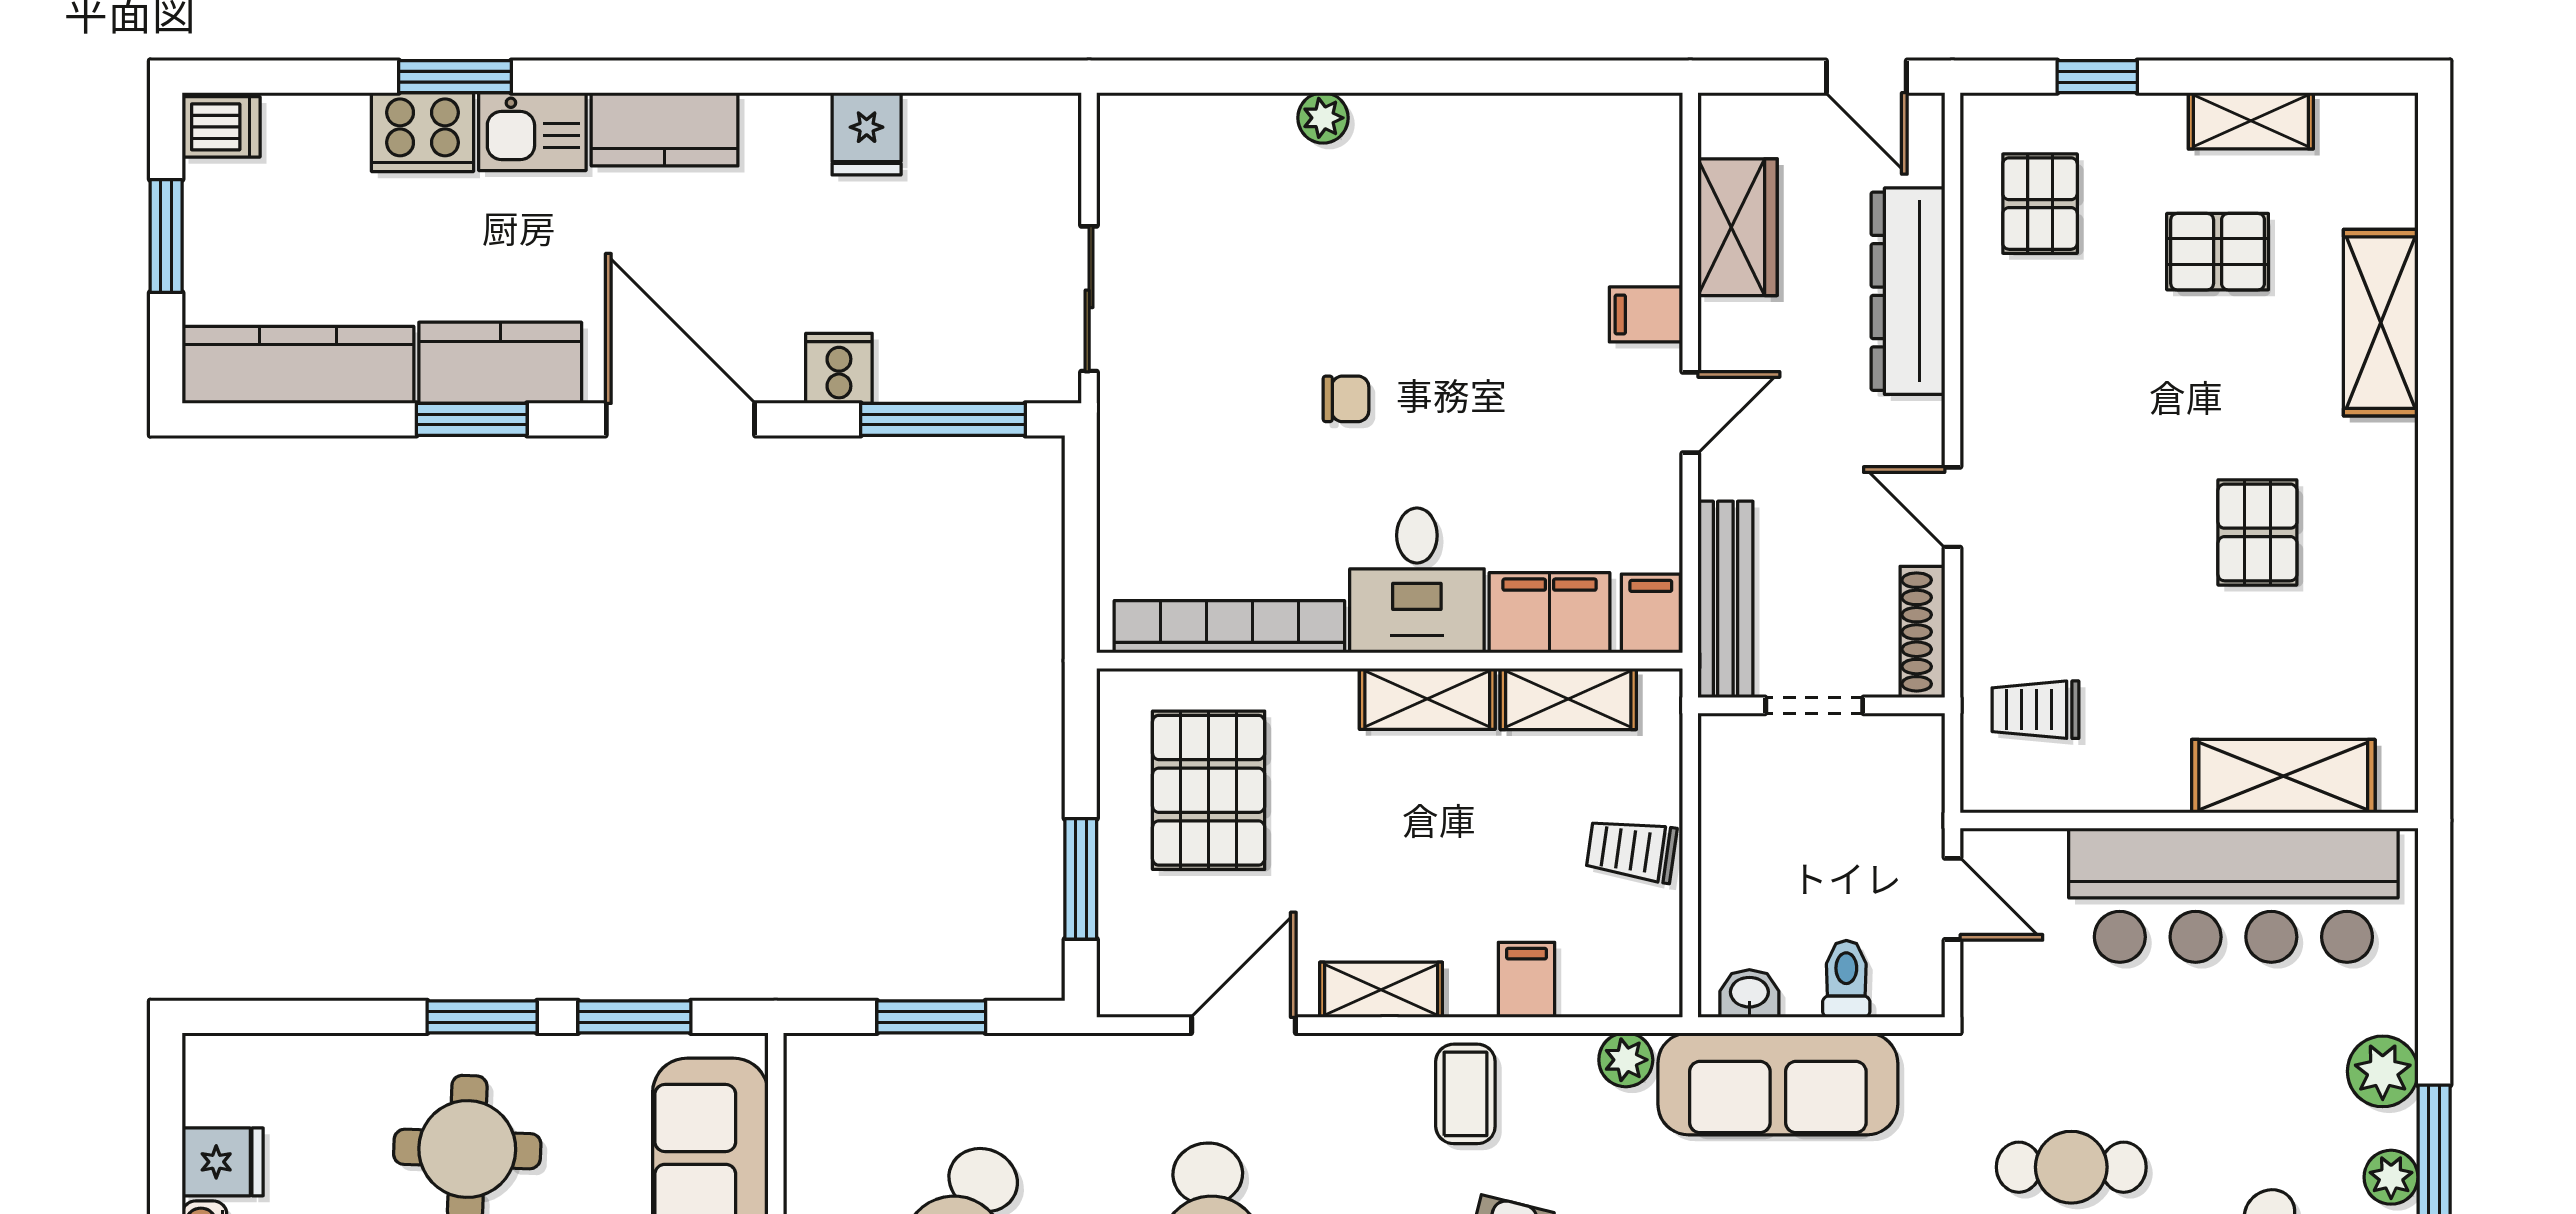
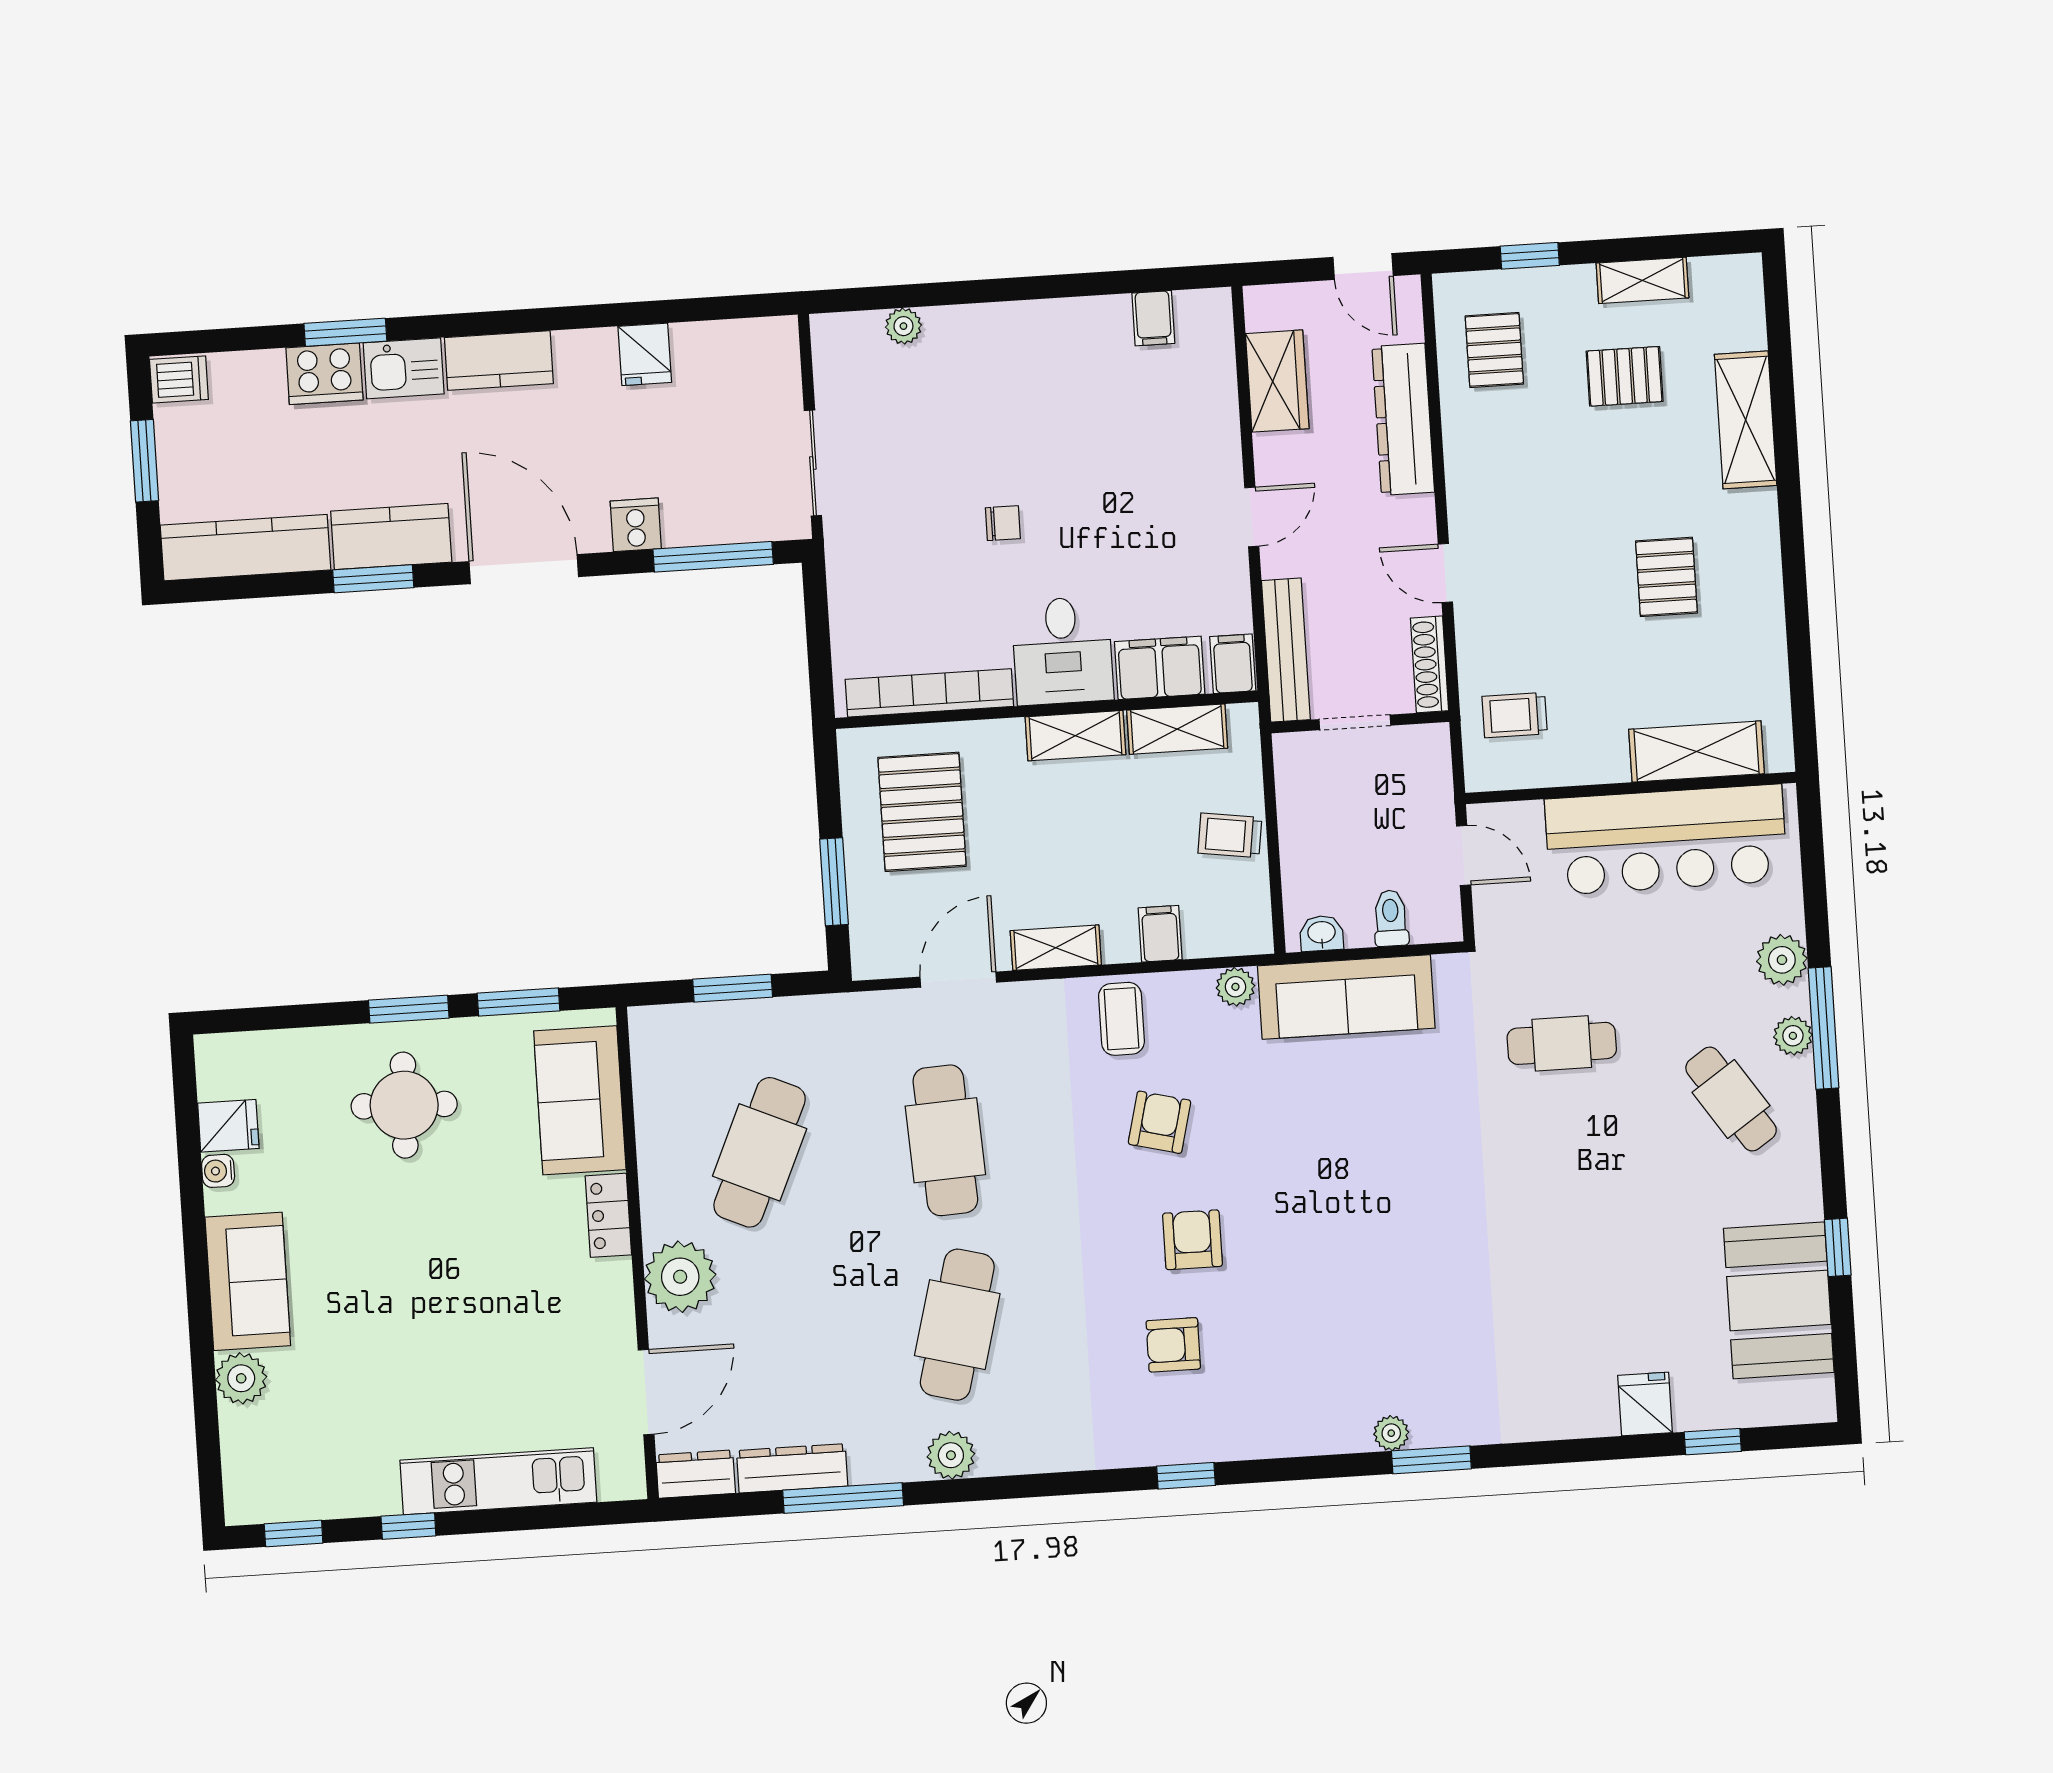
plant: (1323, 118) -> (903, 326), moved
filing cabinet: (1646, 314) -> (1153, 318), moved, turned -90

